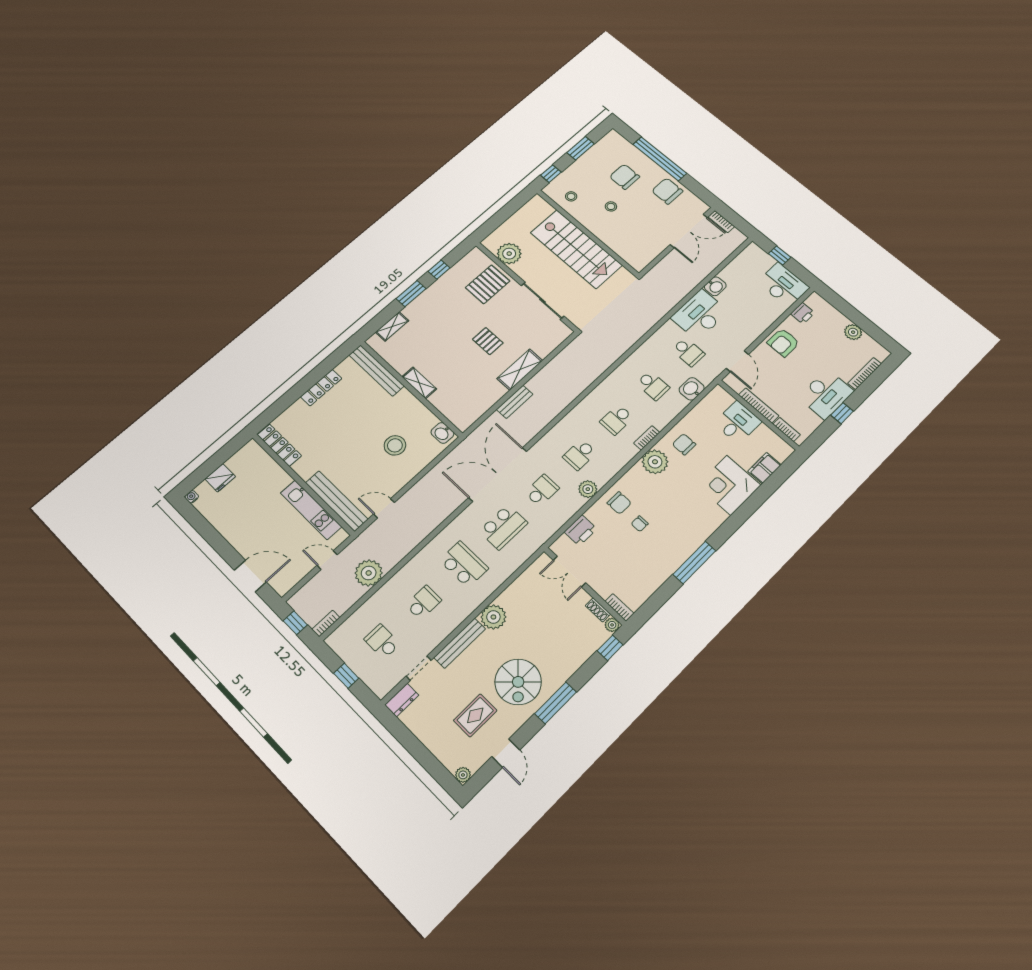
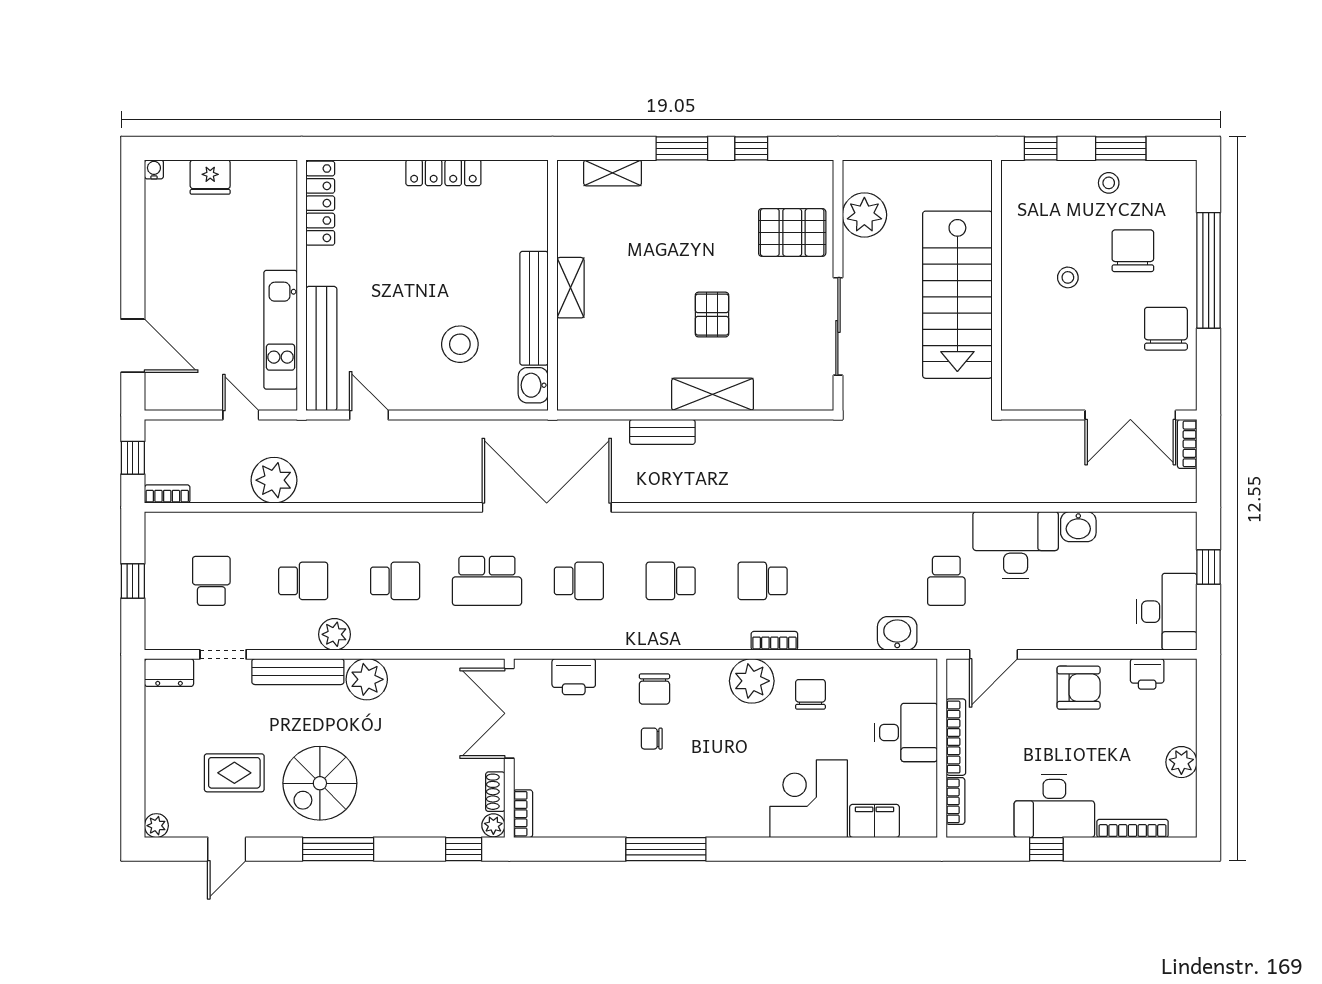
stool: (571, 196) -> (1109, 183), moved
armchair: (783, 343) -> (1079, 688), turned 180
bench: (376, 370) -> (534, 308), moved
school desk: (653, 385) -> (854, 581), removed
plant: (588, 489) -> (334, 634), moved
school desk: (464, 564) -> (395, 581), width x0.54
double door: (569, 571) -> (509, 713), width x1.37

